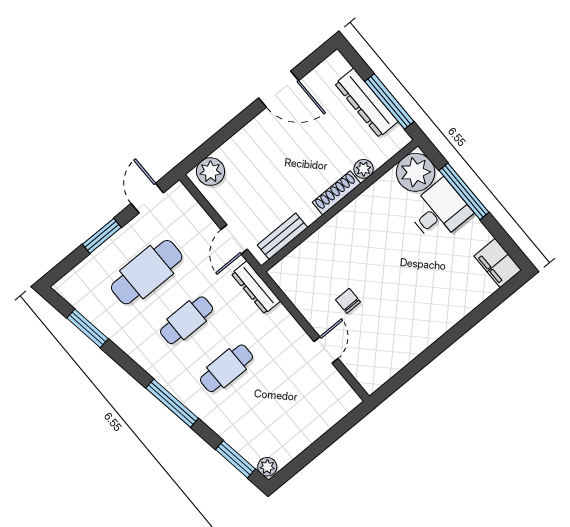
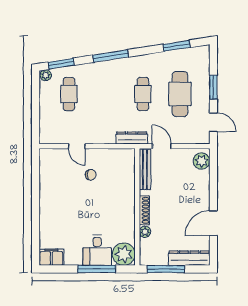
dresser: (366, 103) -> (189, 258), moved
bench: (282, 236) -> (145, 169), width x1.36
cafe table: (226, 368) -> (69, 94), moved

